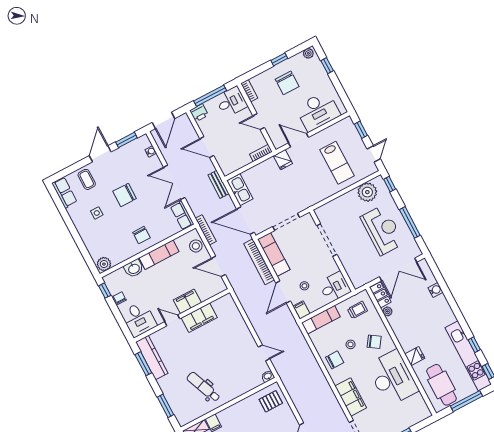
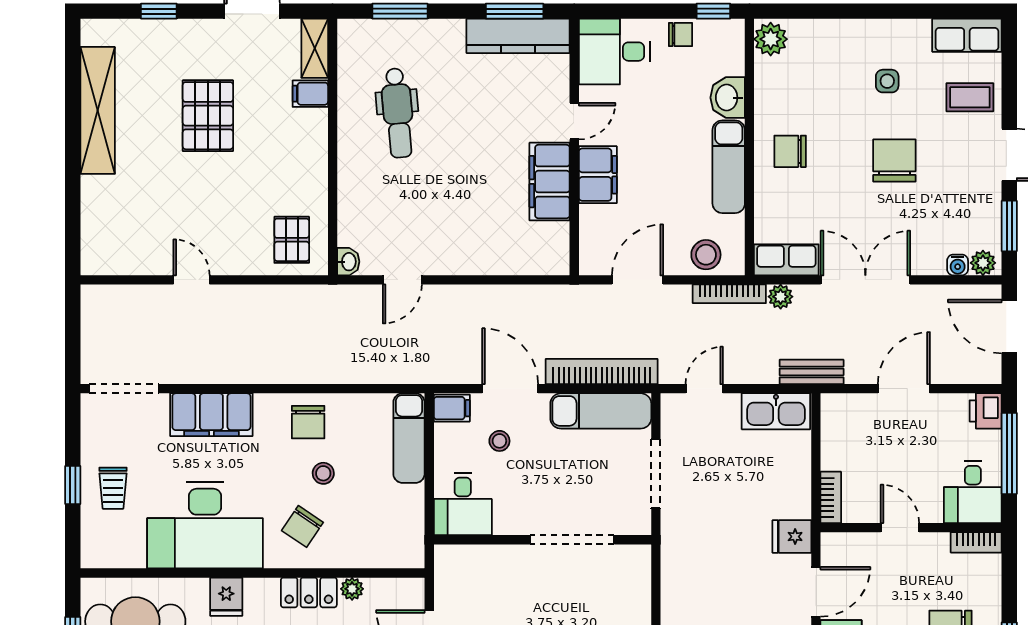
door: (259, 122) -> (900, 528), hinge flipped
plant: (145, 142) -> (983, 263), added
plant: (197, 210) -> (781, 297), added
door: (245, 221) -> (704, 389), width x0.53
locker: (380, 295) -> (309, 592), moved
trolley: (357, 310) -> (113, 488), moved
dental chair: (203, 387) -> (398, 113), turned 107

